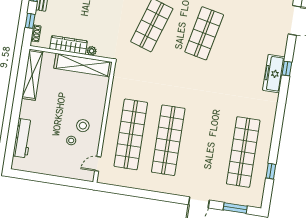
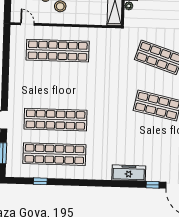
window: (287, 68) -> (153, 185), moved
shop shelf: (168, 140) -> (56, 120), moved

